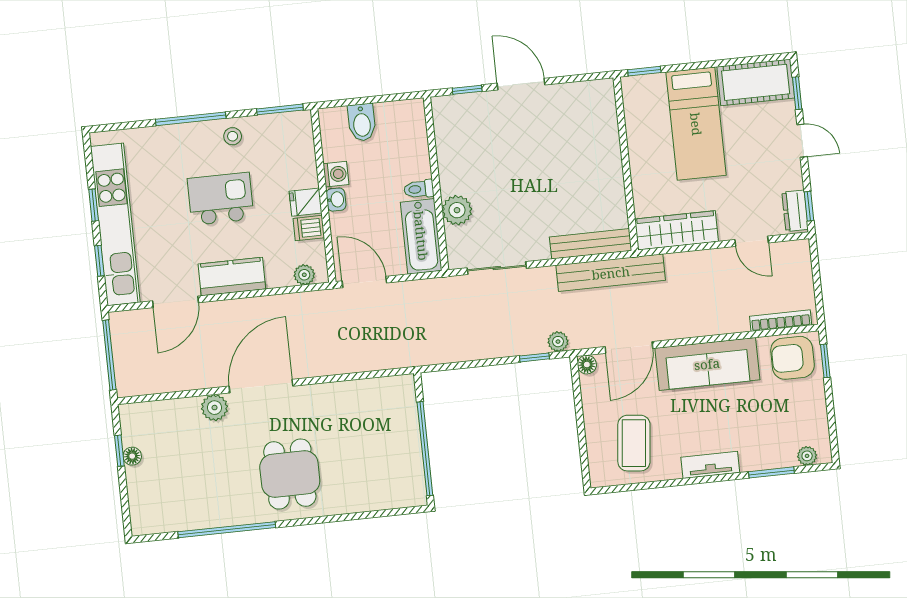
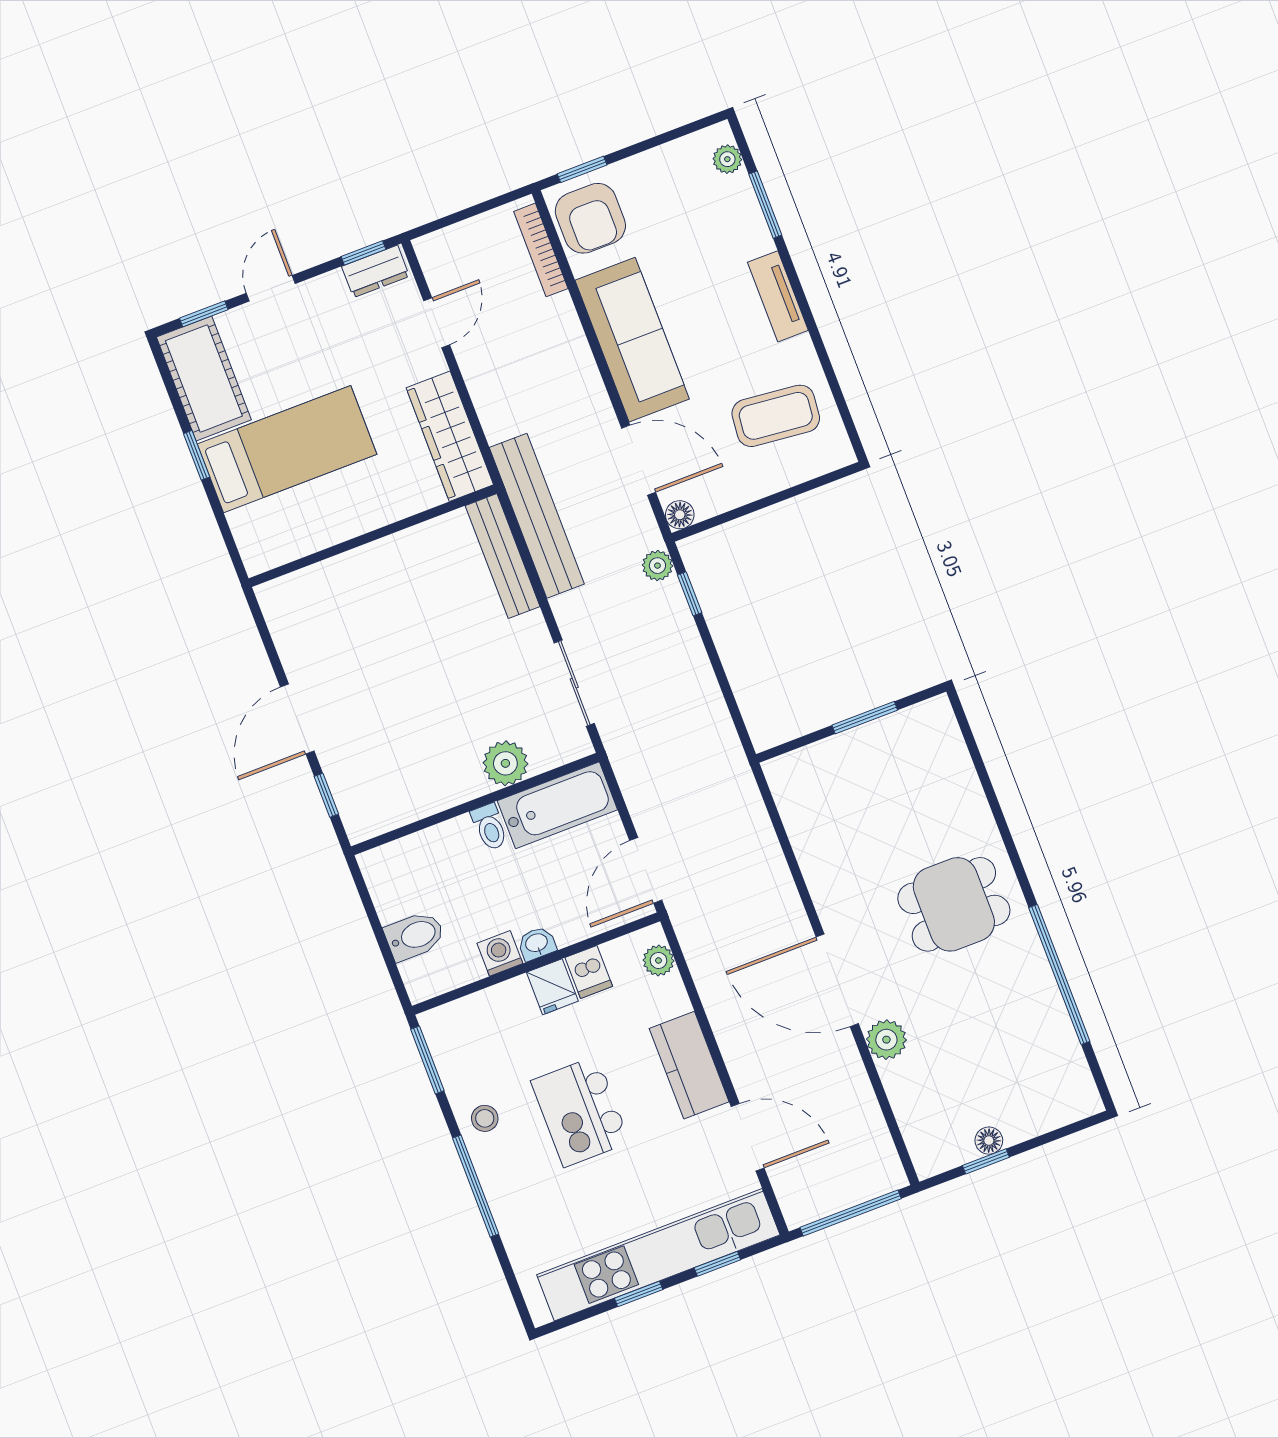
window: (644, 71) -> (197, 455), moved
window: (425, 449) -> (865, 718), width x0.47

